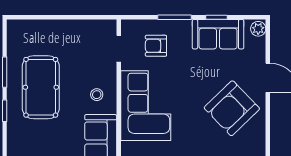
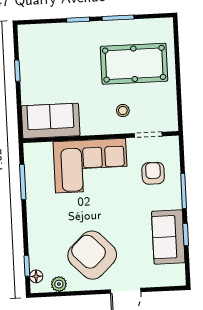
plant: (258, 29) -> (59, 284), moved
pool table: (41, 87) -> (134, 64), moved
stool: (97, 95) -> (123, 111), moved

